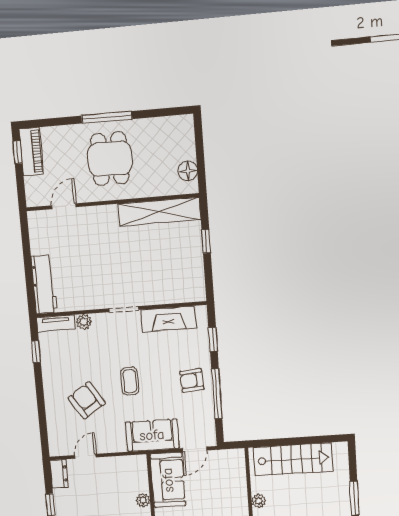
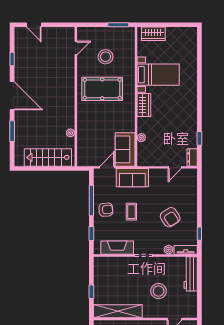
stool: (94, 251) -> (159, 291), added
coffee table: (130, 381) -> (131, 212), moved
armchair: (87, 400) -> (170, 217), moved

